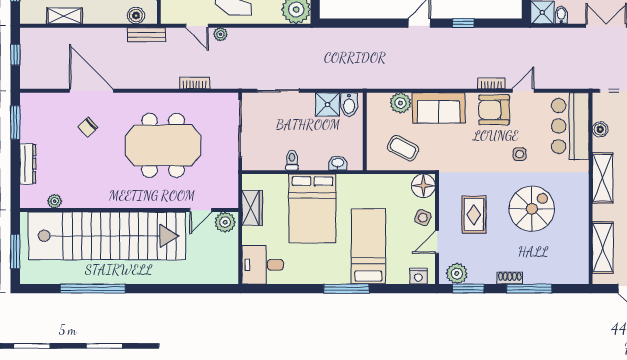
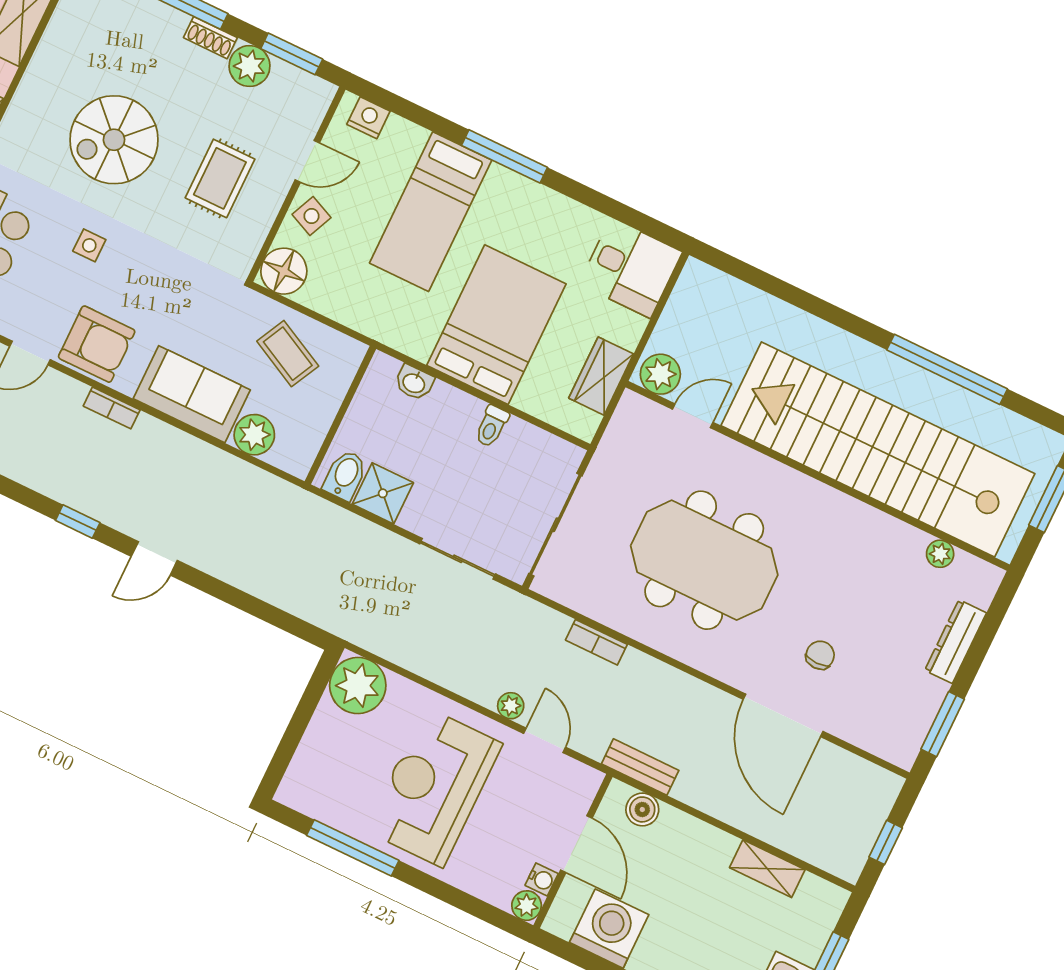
bookcase: (491, 84) -> (112, 408), moved
chair: (88, 127) -> (820, 655), turned -47
plant: (457, 274) -> (250, 66), moved

